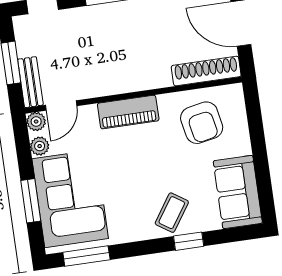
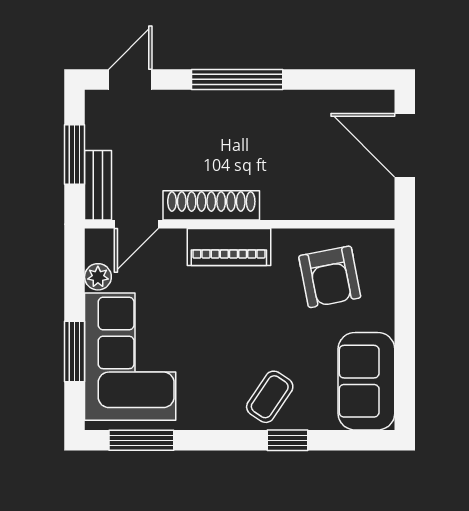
shoe rack: (206, 71) -> (211, 205), moved
plant: (36, 122) -> (98, 242), removed

